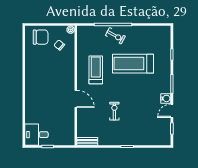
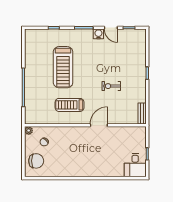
exercise bike: (115, 36) -> (35, 85), removed
chair: (41, 37) -> (36, 161), turned 90

